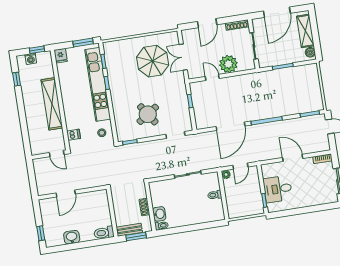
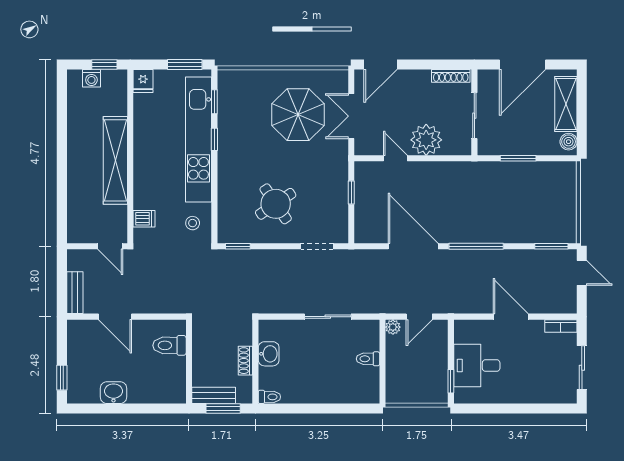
door: (207, 23) -> (381, 64), moved
window: (17, 79) -> (62, 109), removed
door: (230, 126) -> (413, 246), swing flipped
bench: (40, 183) -> (75, 293), added
door: (66, 193) -> (115, 317), hinge flipped
washbasin: (159, 214) -> (269, 354), moved
toilet: (104, 233) -> (169, 345), moved

